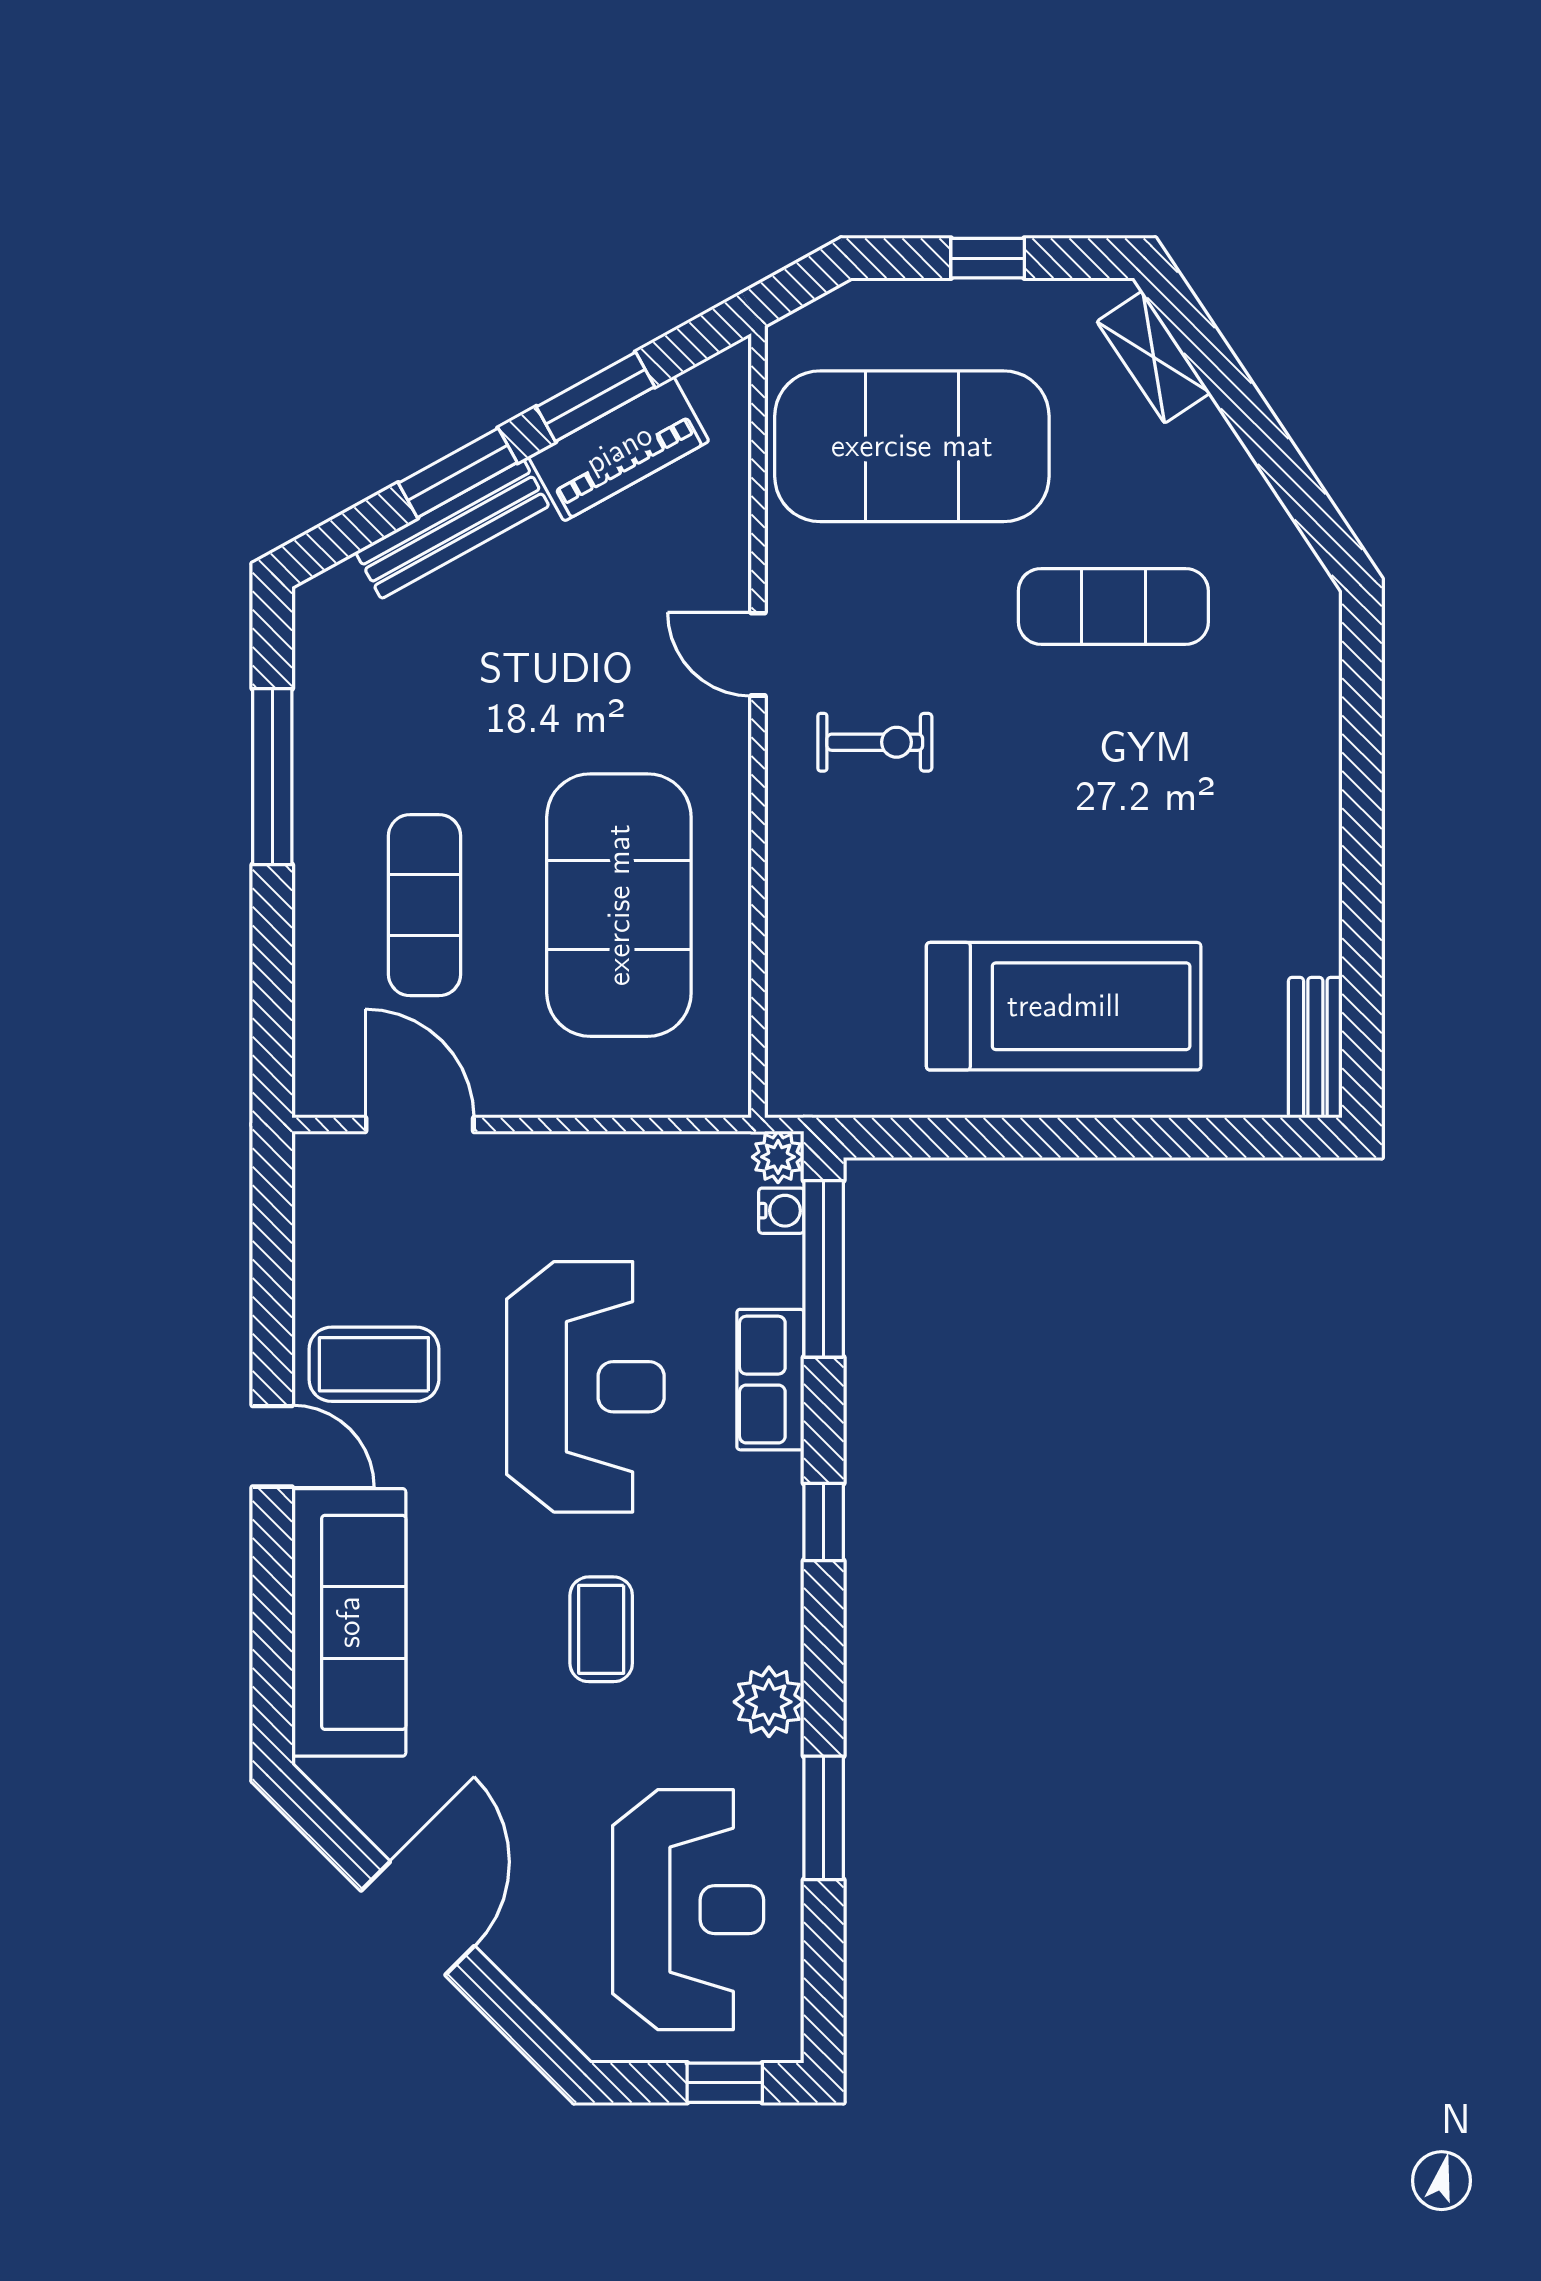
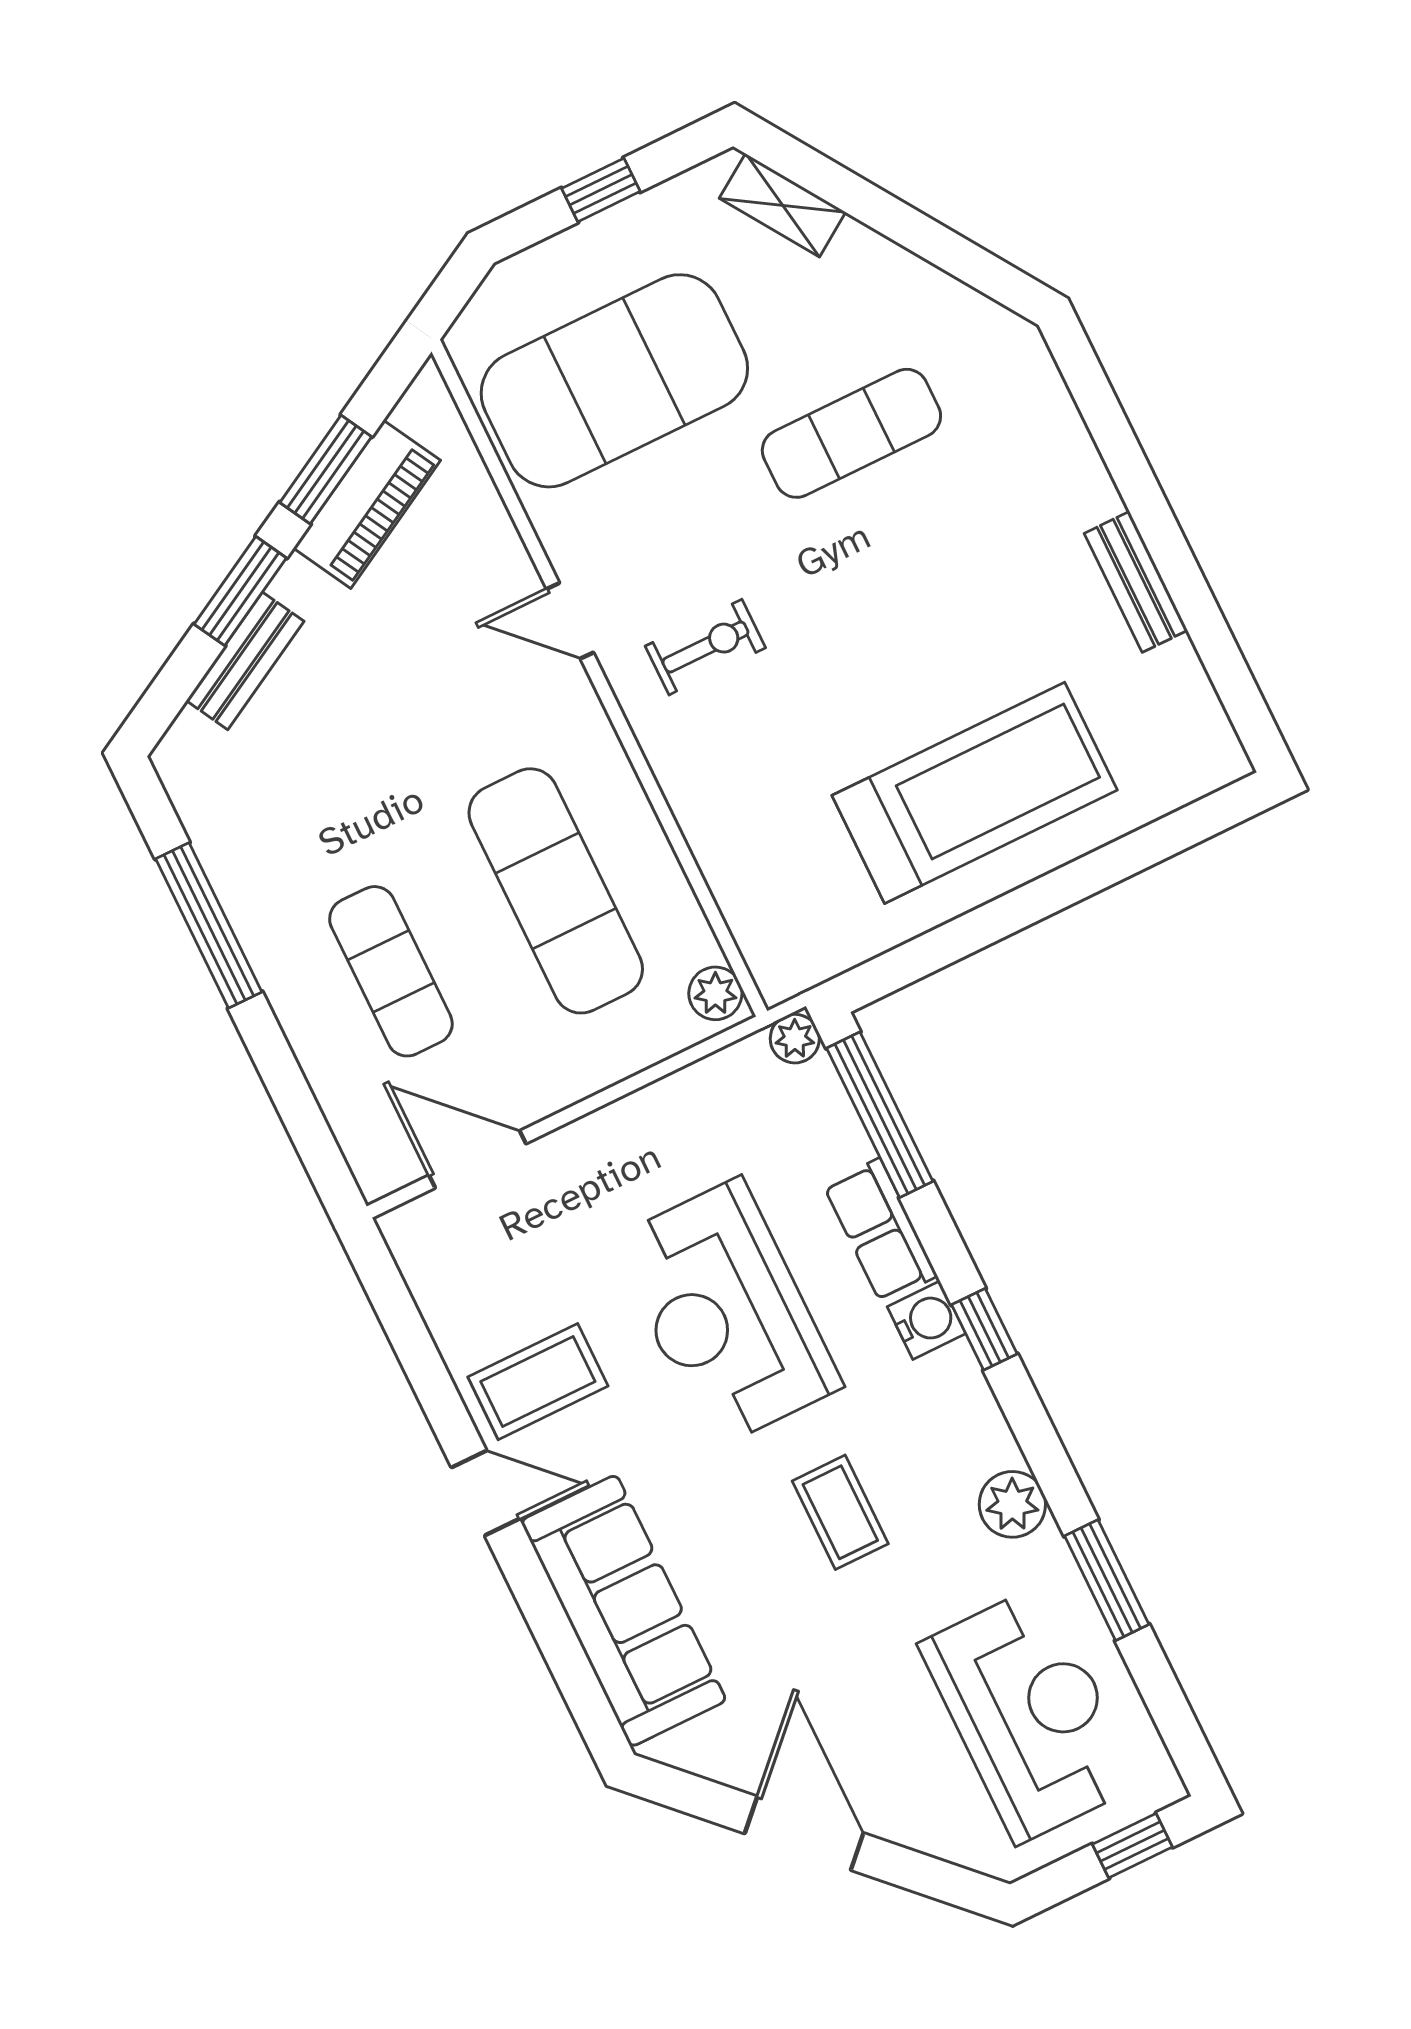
bench: (452, 529) -> (245, 661), width x0.73
exercise mat: (619, 905) -> (556, 891), width x0.68
bench: (1315, 1048) -> (1136, 582), moved
plant: (723, 1077) -> (715, 993), added
water cooler: (781, 1211) -> (926, 1320), moved, width x1.38, depth x1.38
reception desk: (585, 1387) -> (727, 1313), turned 180

